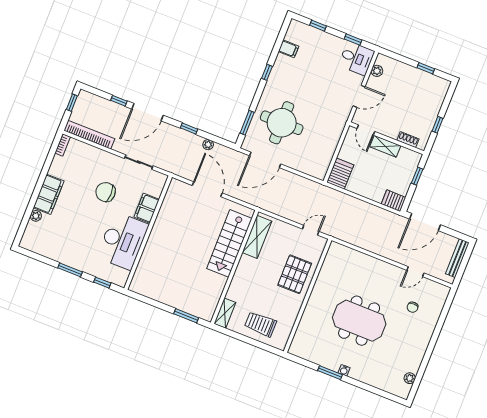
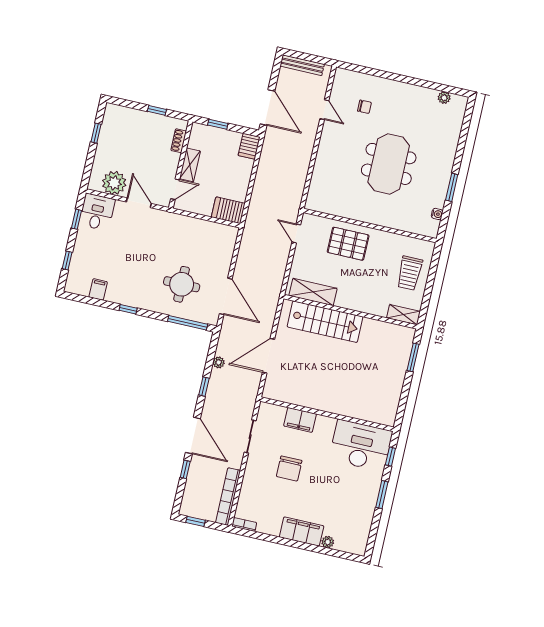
plant: (377, 71) -> (114, 183), width x1.87, depth x1.87
window: (247, 123) -> (188, 323), width x1.44
round table: (282, 123) -> (182, 284), width x0.73, depth x0.73
desk: (123, 241) -> (361, 445), moved
water cooler: (344, 370) -> (437, 214), moved

